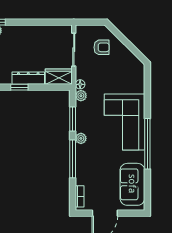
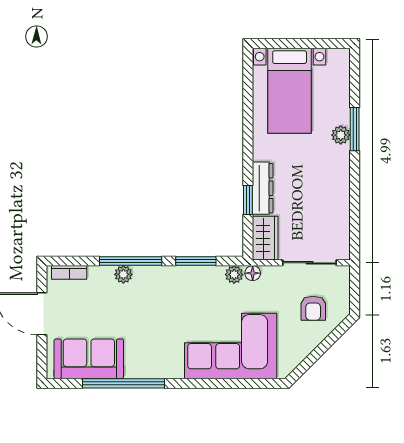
window: (19, 87) -> (248, 200), moved
corner sofa: (125, 122) -> (231, 346), moved
plant: (81, 138) -> (123, 274), moved
window: (147, 144) -> (124, 383), moved

